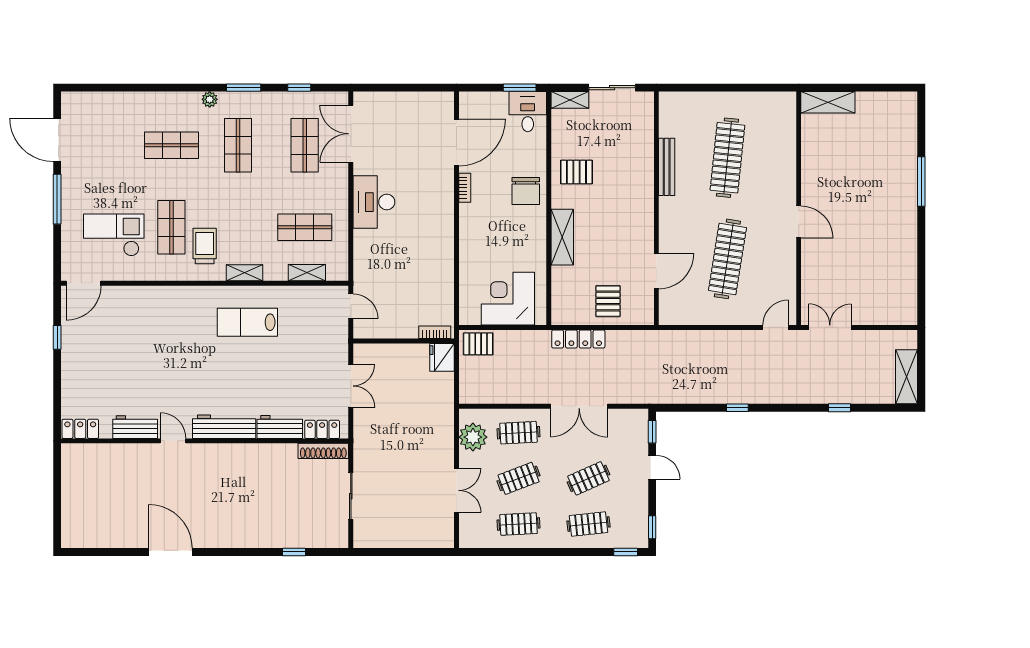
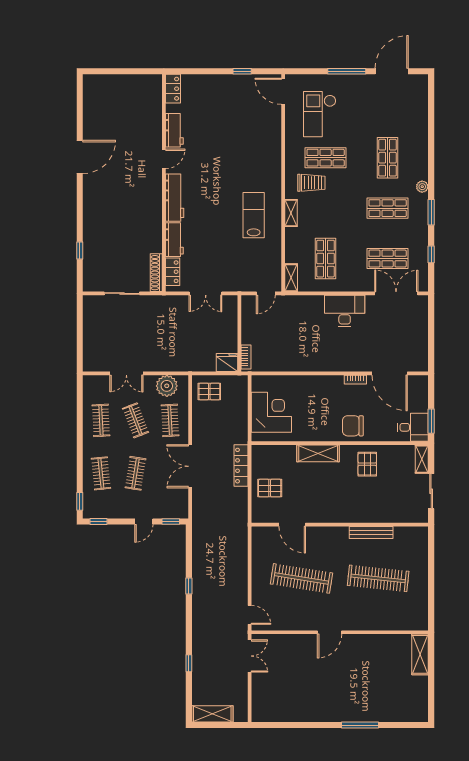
checkout: (114, 235) -> (320, 114), turned 180
shelving: (307, 273) -> (291, 278), moved
pallet: (478, 344) -> (209, 391), moved, turned 90
clothes rail: (589, 478) -> (135, 473), turned 33

